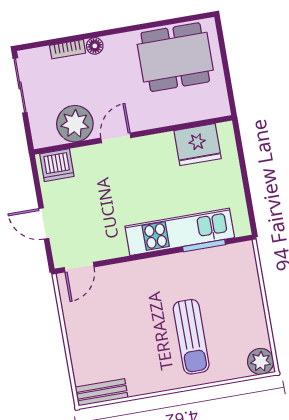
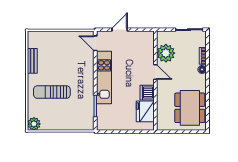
dishwasher: (57, 165) -> (147, 93), moved
kitchen unit: (180, 232) -> (104, 77), moved
bench: (101, 392) -> (32, 61), moved

